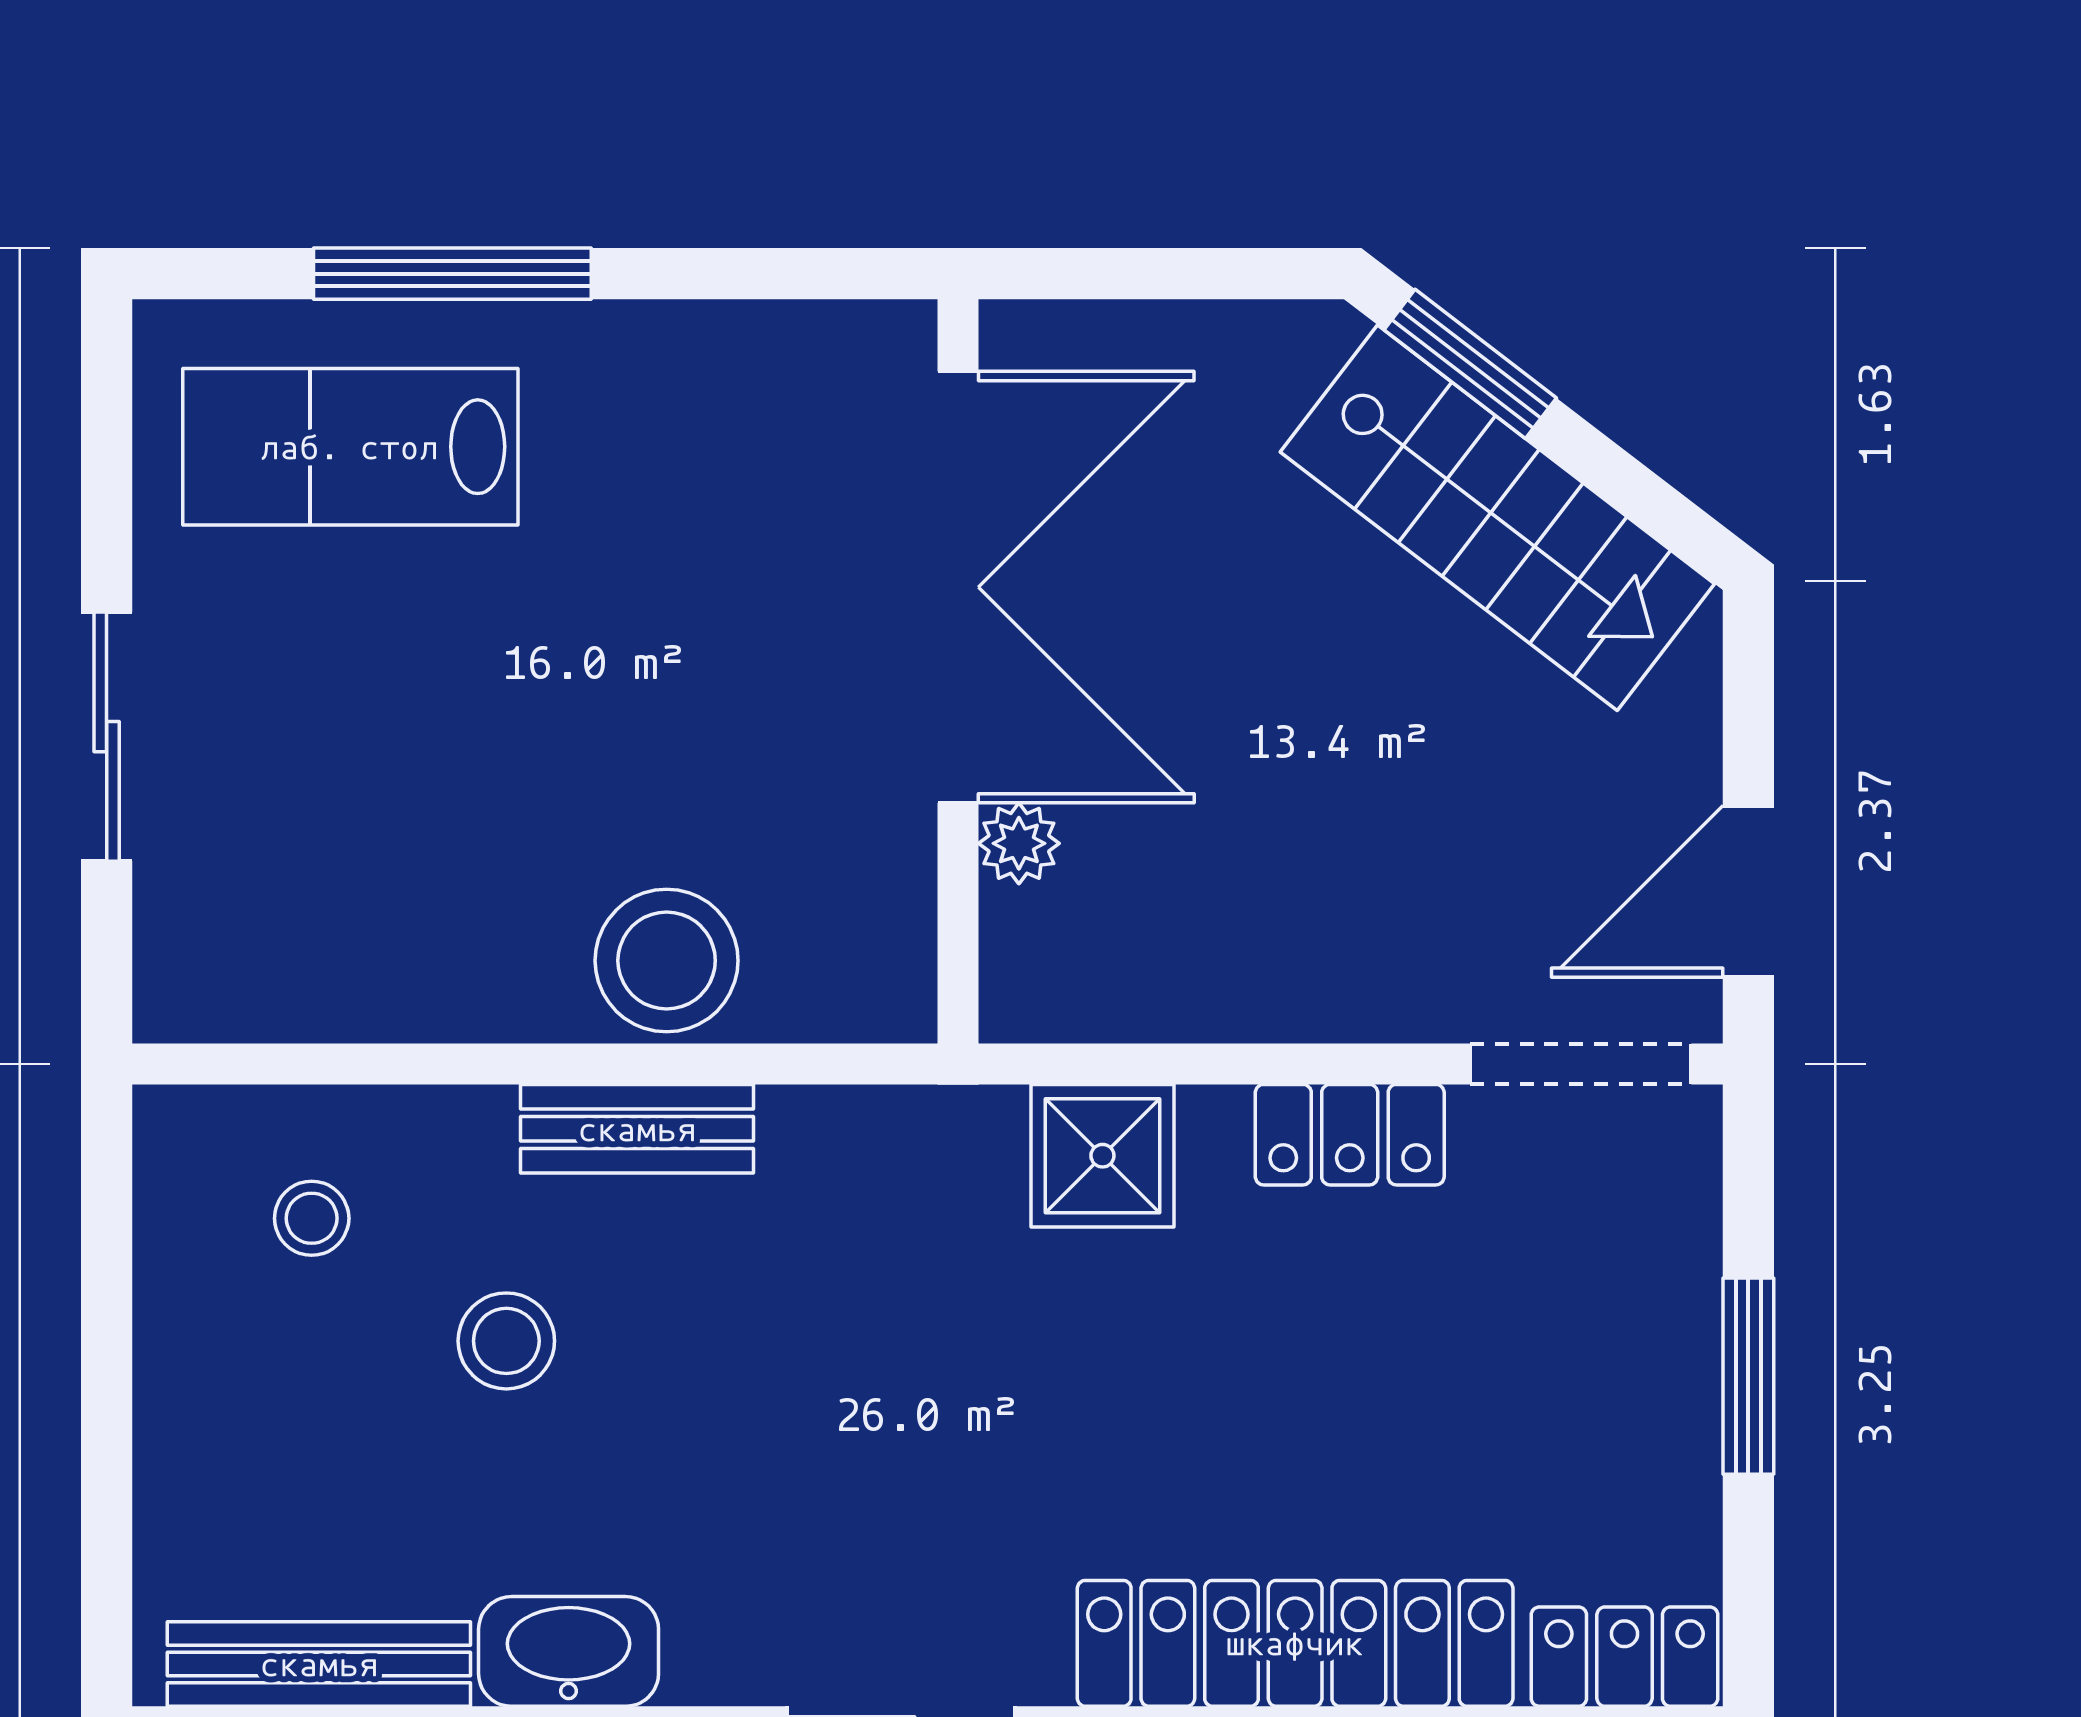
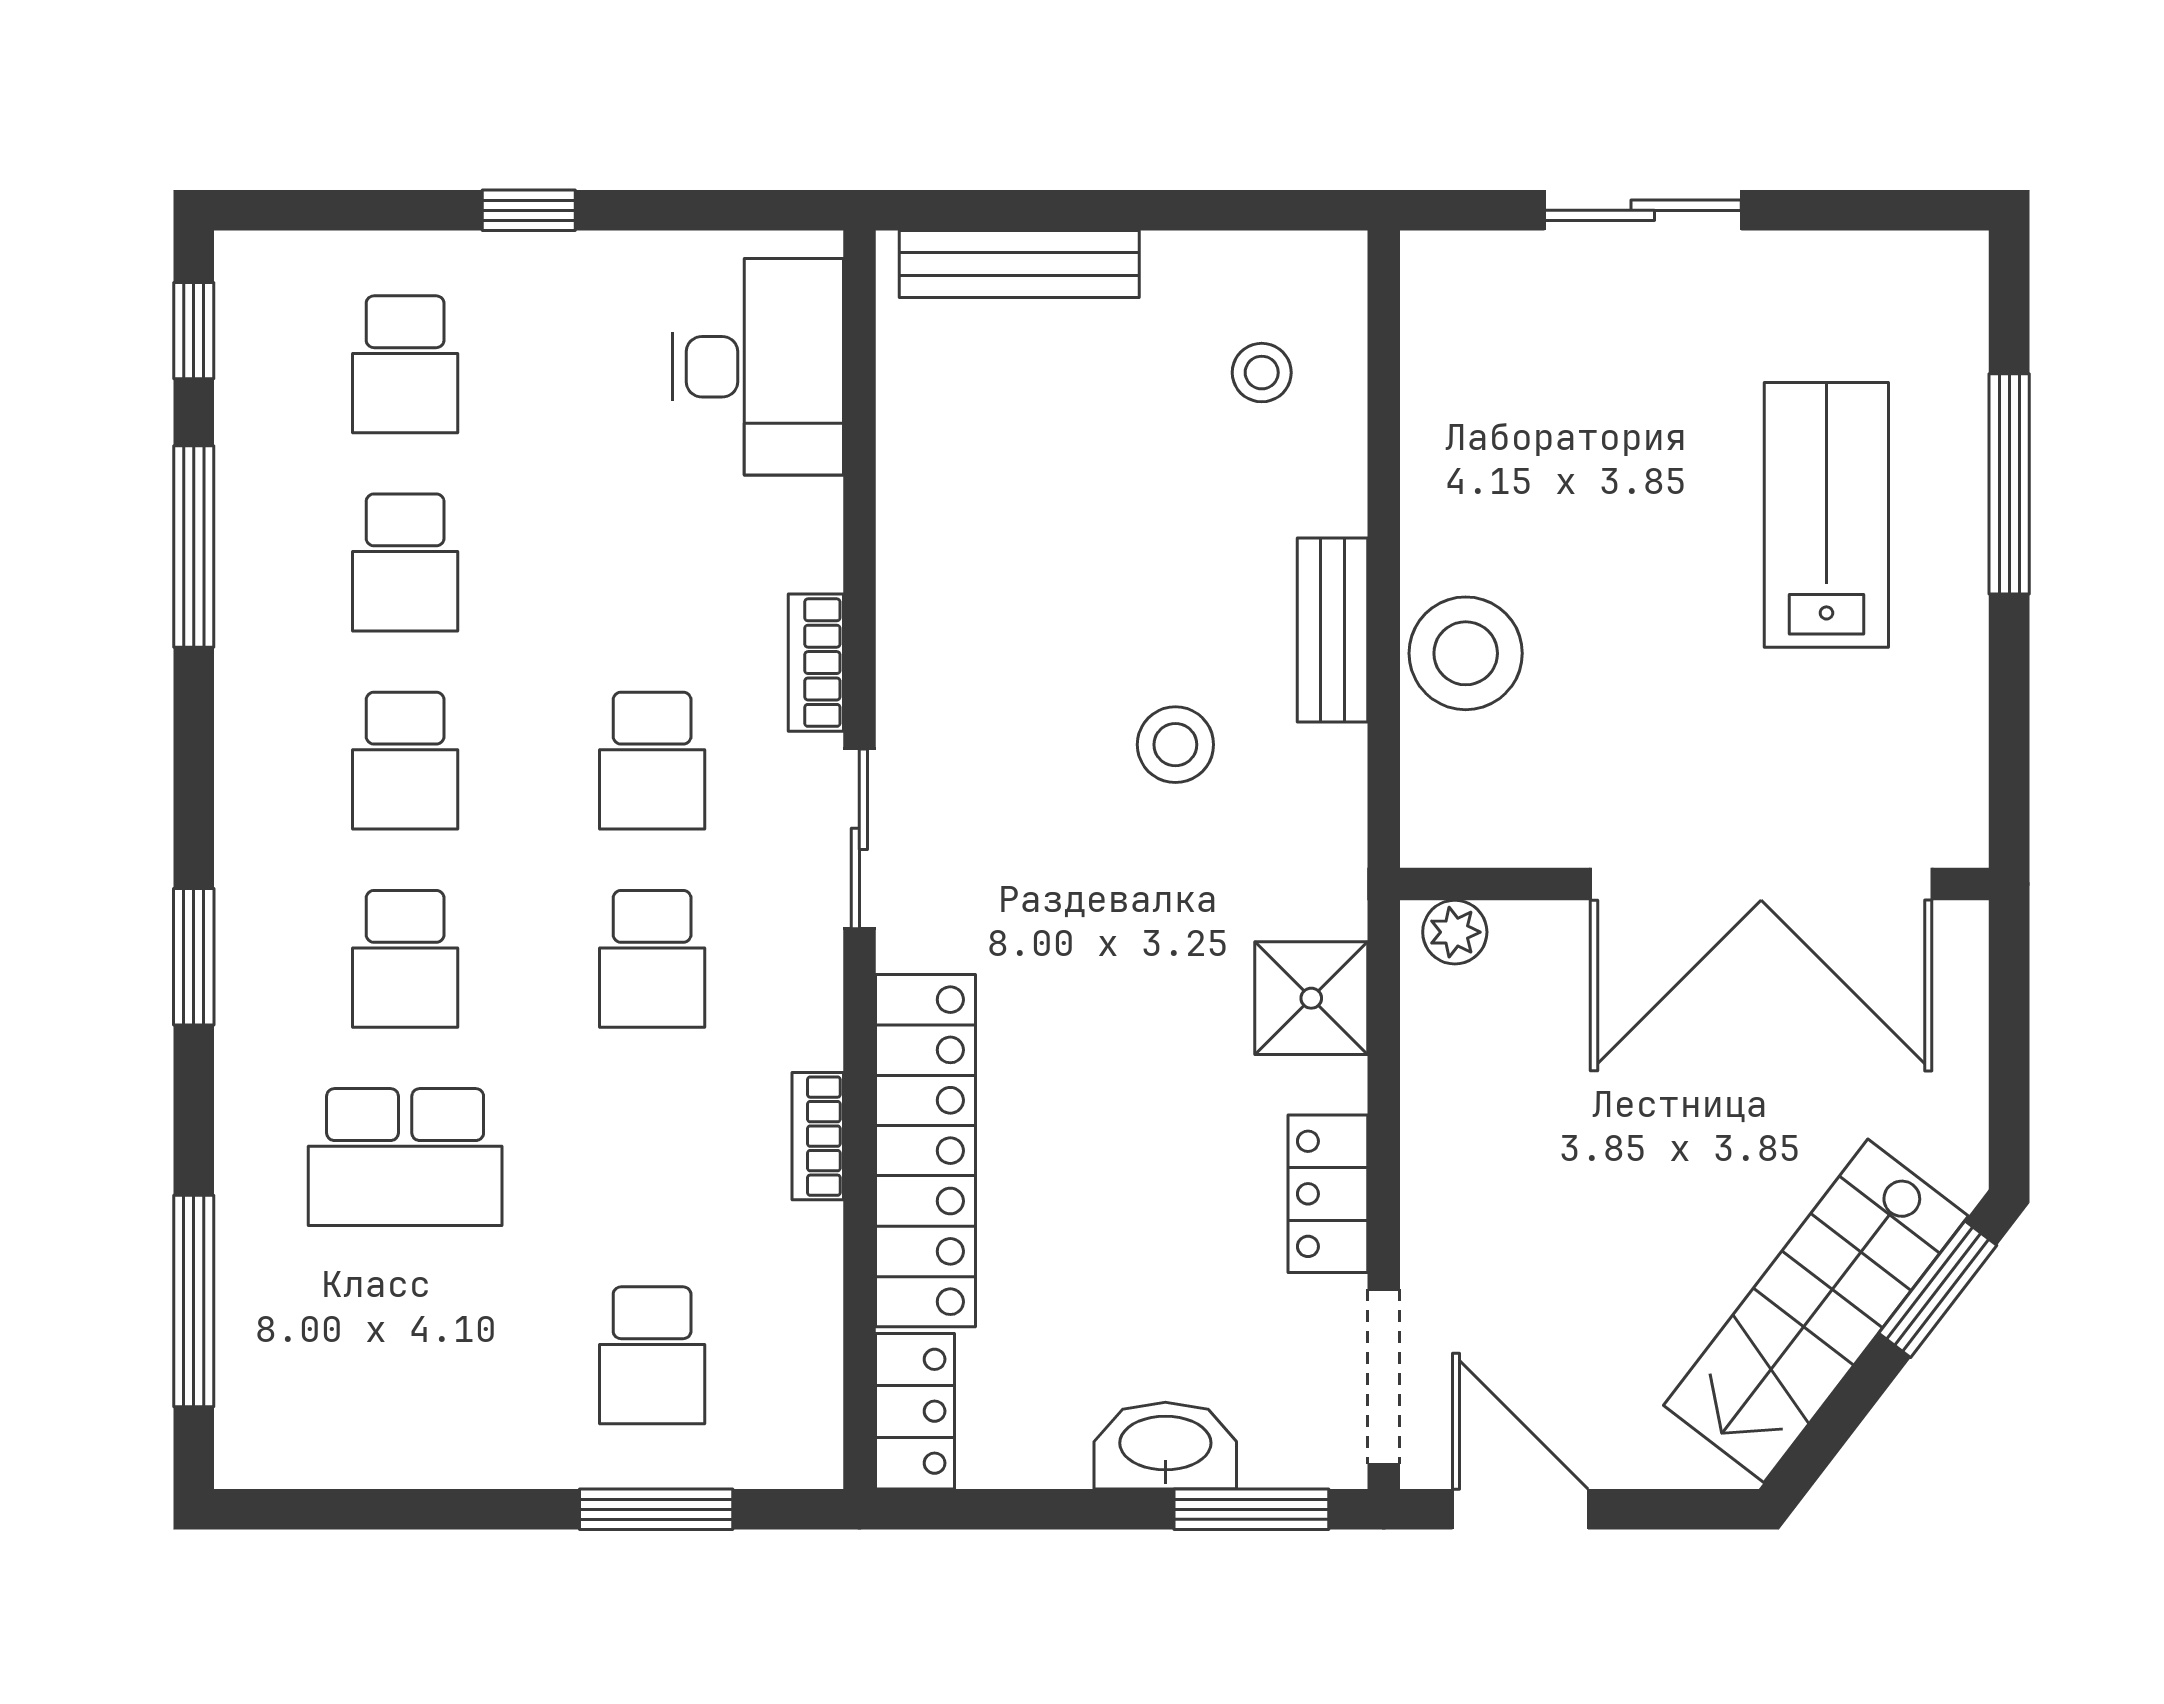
lab bench: (350, 447) -> (1826, 515), moved
plant: (1019, 843) -> (1455, 932), moved
stool: (506, 1341) -> (1175, 745), moved
window: (1748, 1376) -> (1251, 1509), moved
washbasin: (569, 1651) -> (1165, 1446), moved, turned -90
bench: (319, 1664) -> (1019, 264), moved, turned 90

